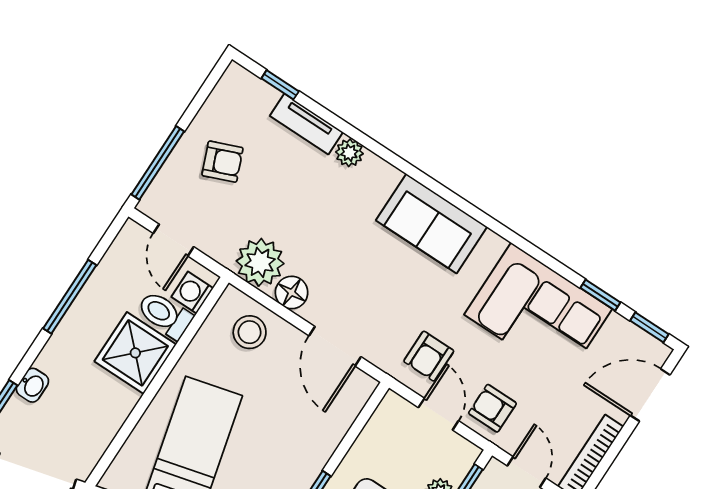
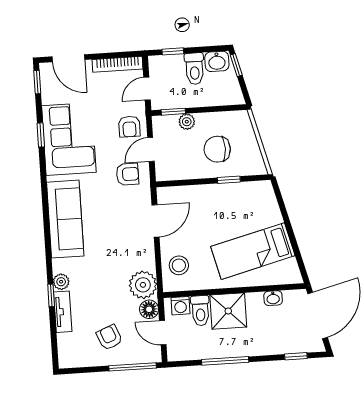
window: (280, 85) -> (51, 295), moved
sofa: (431, 224) -> (65, 219), width x1.36
door: (173, 240) -> (163, 333), swing flipped
floor lamp: (292, 292) -> (149, 309), moved
window: (600, 295) -> (41, 135), moved
washbasin: (32, 385) -> (273, 298), moved, turned 180

